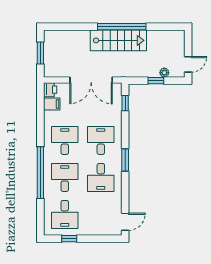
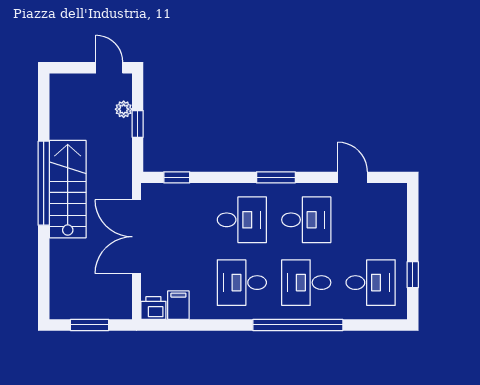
double door: (91, 80) -> (137, 237), swing flipped
desk: (101, 140) -> (242, 220), turned 180
door: (125, 222) -> (352, 177), moved

